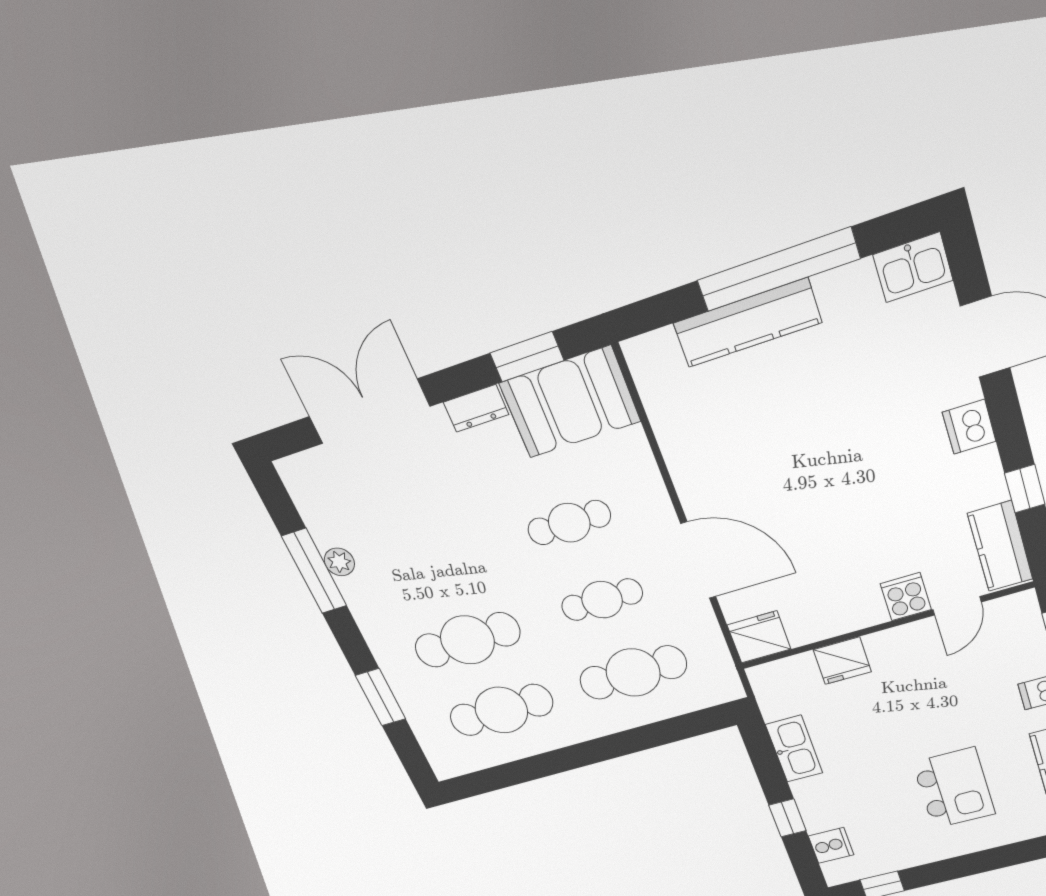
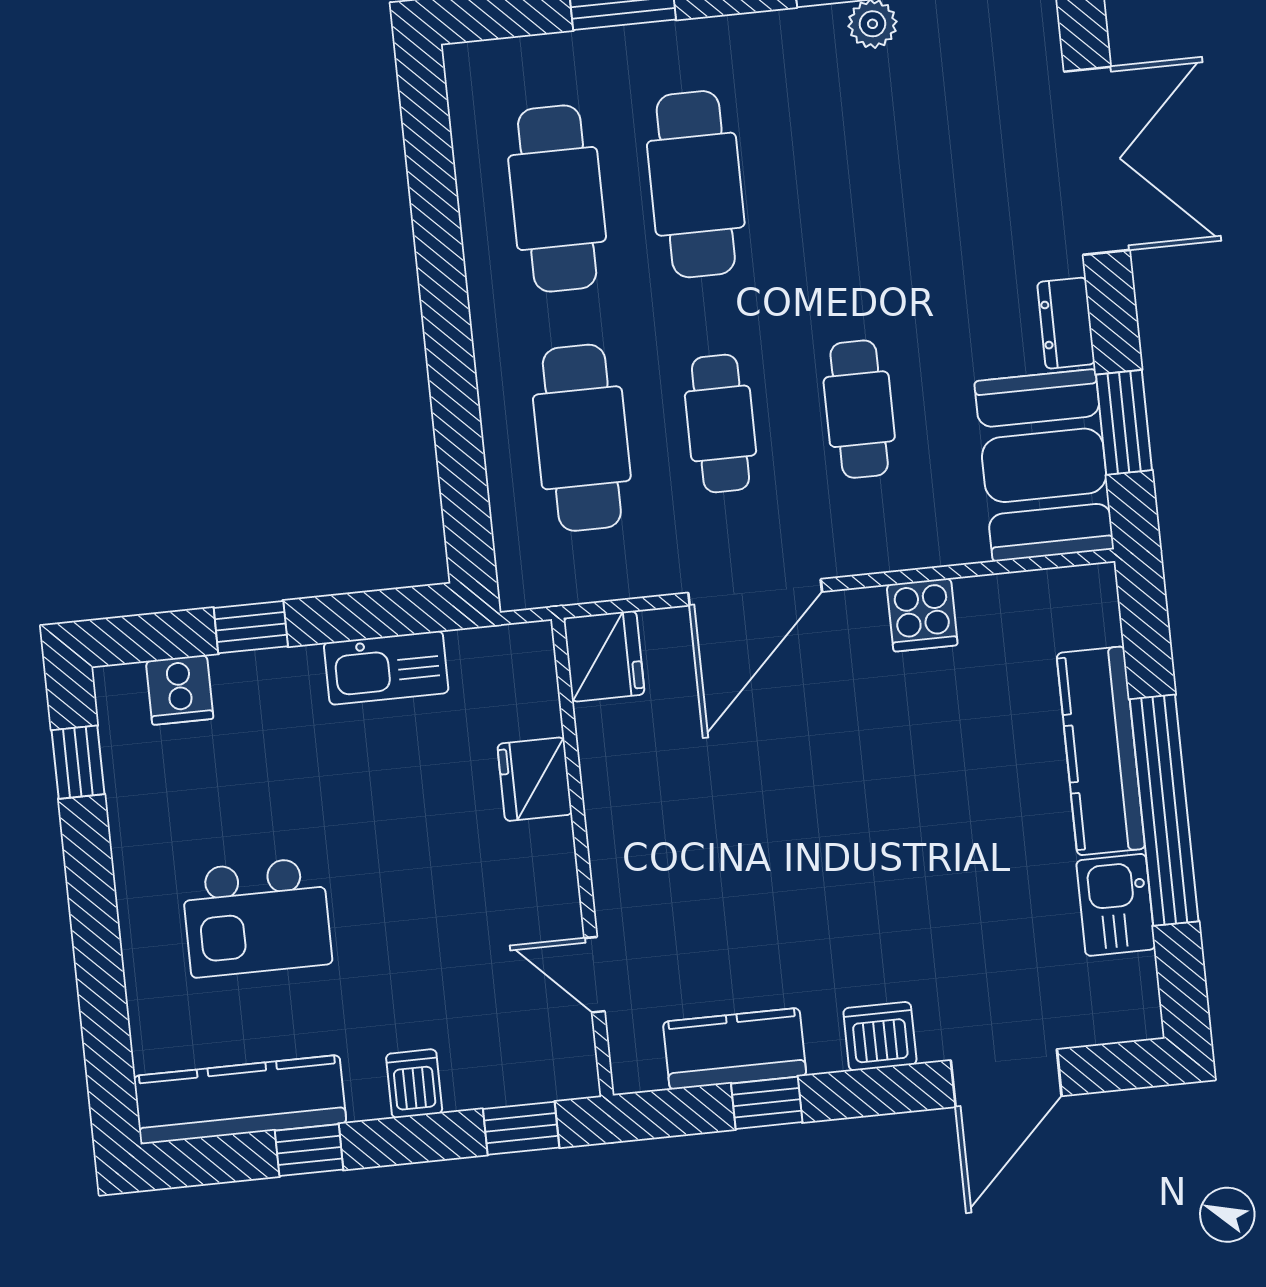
kitchen sink: (913, 267) -> (1116, 905), moved
kitchen counter: (1000, 546) -> (735, 1049), moved
cooker: (906, 597) -> (922, 615), moved, turned 90

